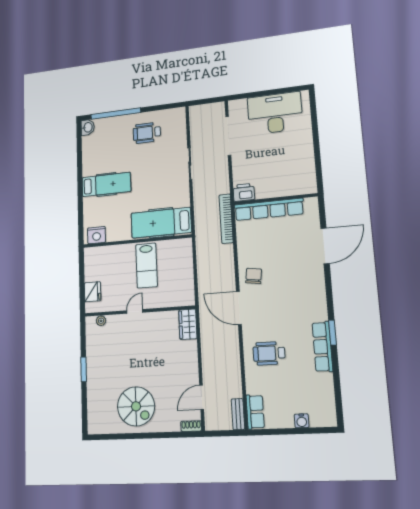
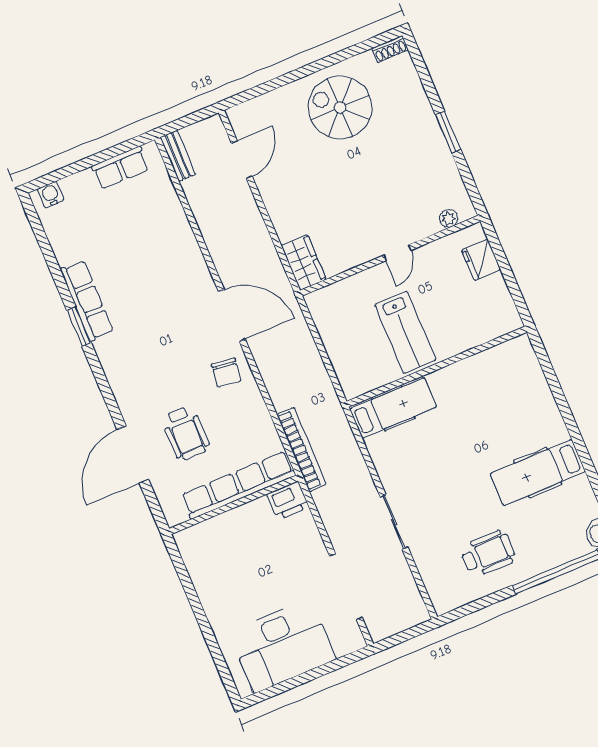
hospital bed: (106, 184) -> (538, 473), moved
hospital bed: (161, 223) -> (393, 408), width x0.73, depth x0.78
nightstand: (97, 235) -> (510, 354), removed
lab bench: (147, 266) -> (405, 332), turned 180
wheelchair: (269, 353) -> (186, 433), moved, turned 90
row of seats: (255, 412) -> (120, 168), moved, turned -90
water cooler: (302, 421) -> (51, 195), moved
shoe rack: (191, 426) -> (390, 49), moved

